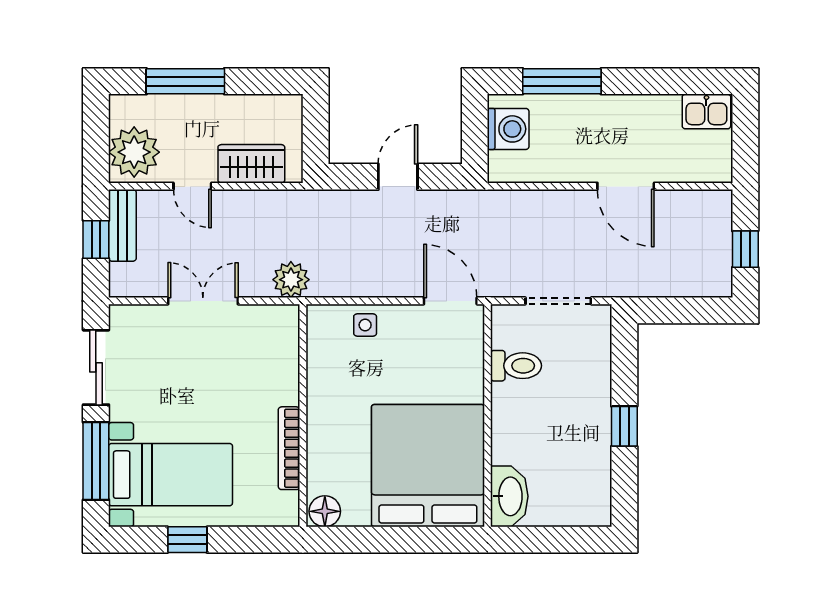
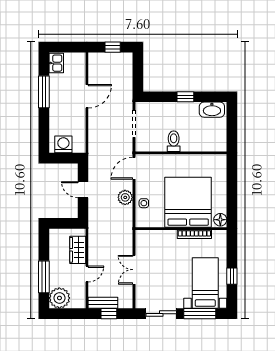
window: (562, 81) -> (44, 92), moved
plant: (134, 152) -> (59, 298), moved
plant: (291, 280) -> (125, 197), moved
toilet: (516, 366) -> (174, 141), moved
bed: (428, 466) -> (188, 202), moved, turned 90
washbasin: (509, 496) -> (212, 110), moved, turned 180

